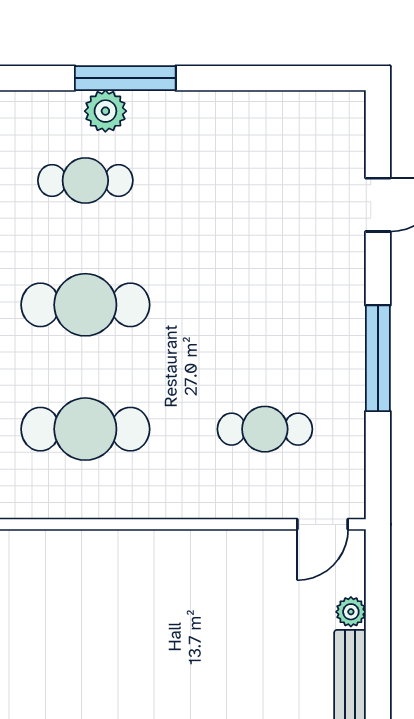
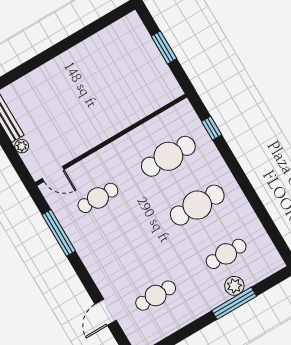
cafe table: (265, 180) -> (156, 296), added
window: (378, 358) -> (59, 233), moved
door: (323, 524) -> (53, 174), swing flipped

